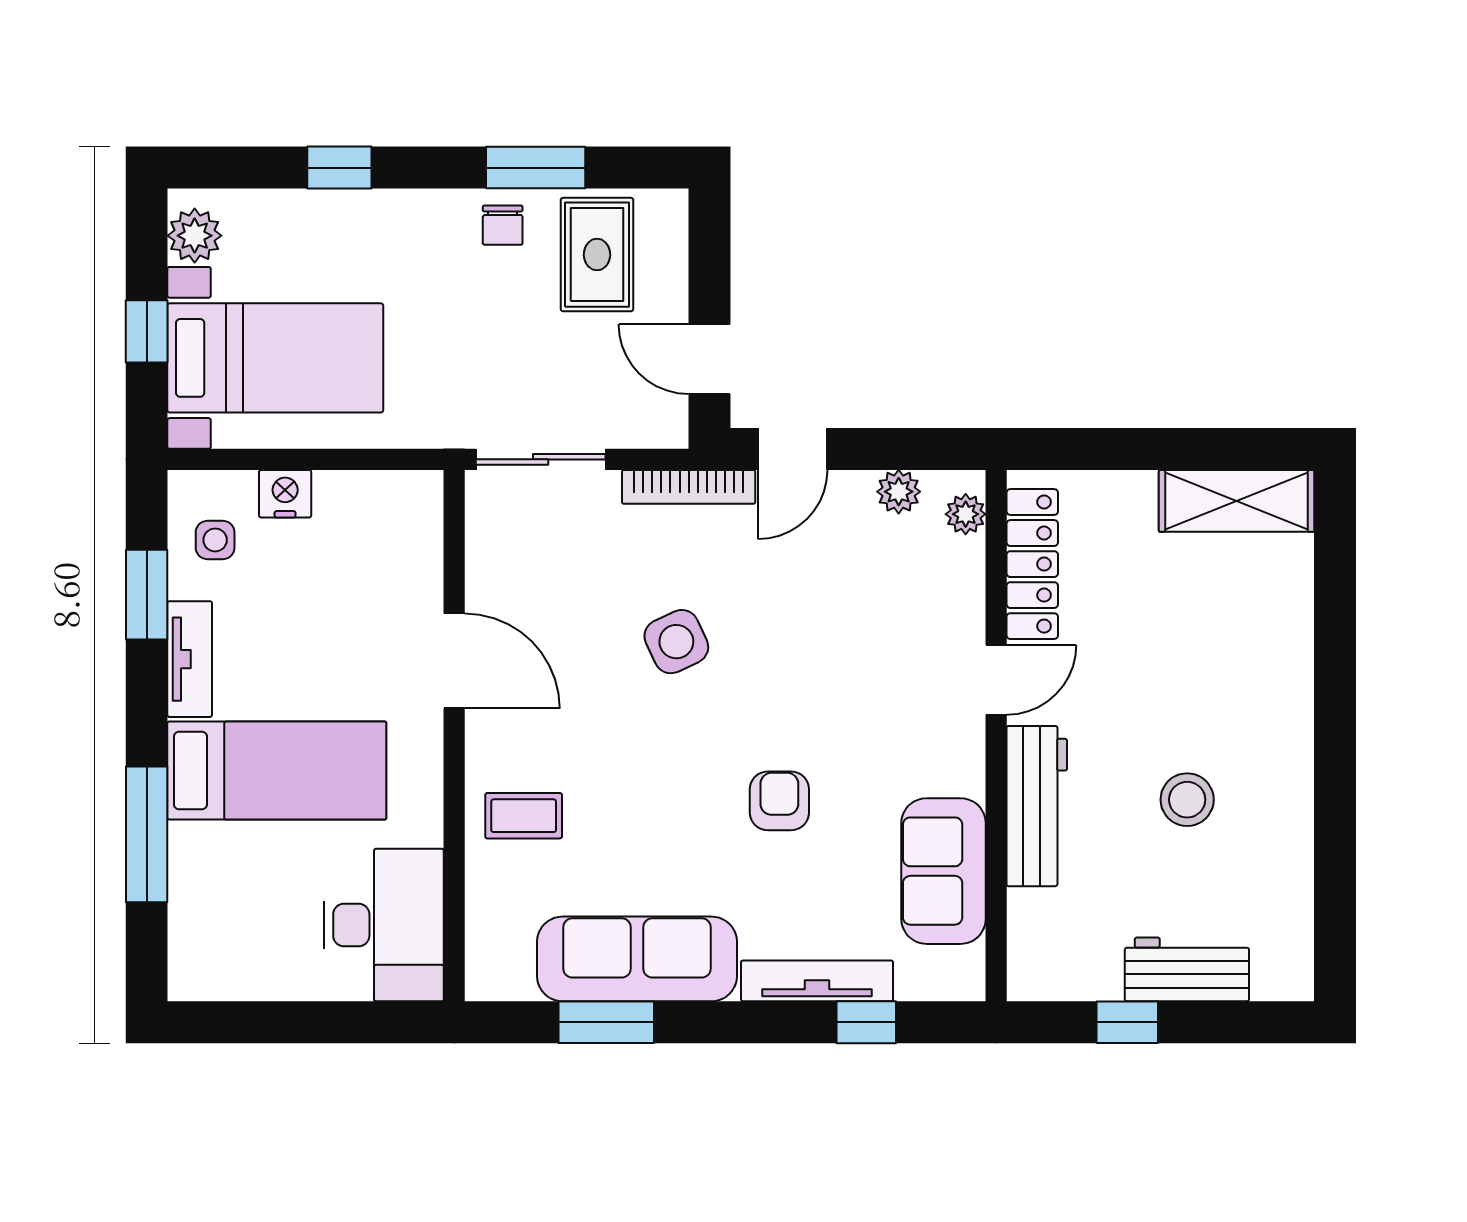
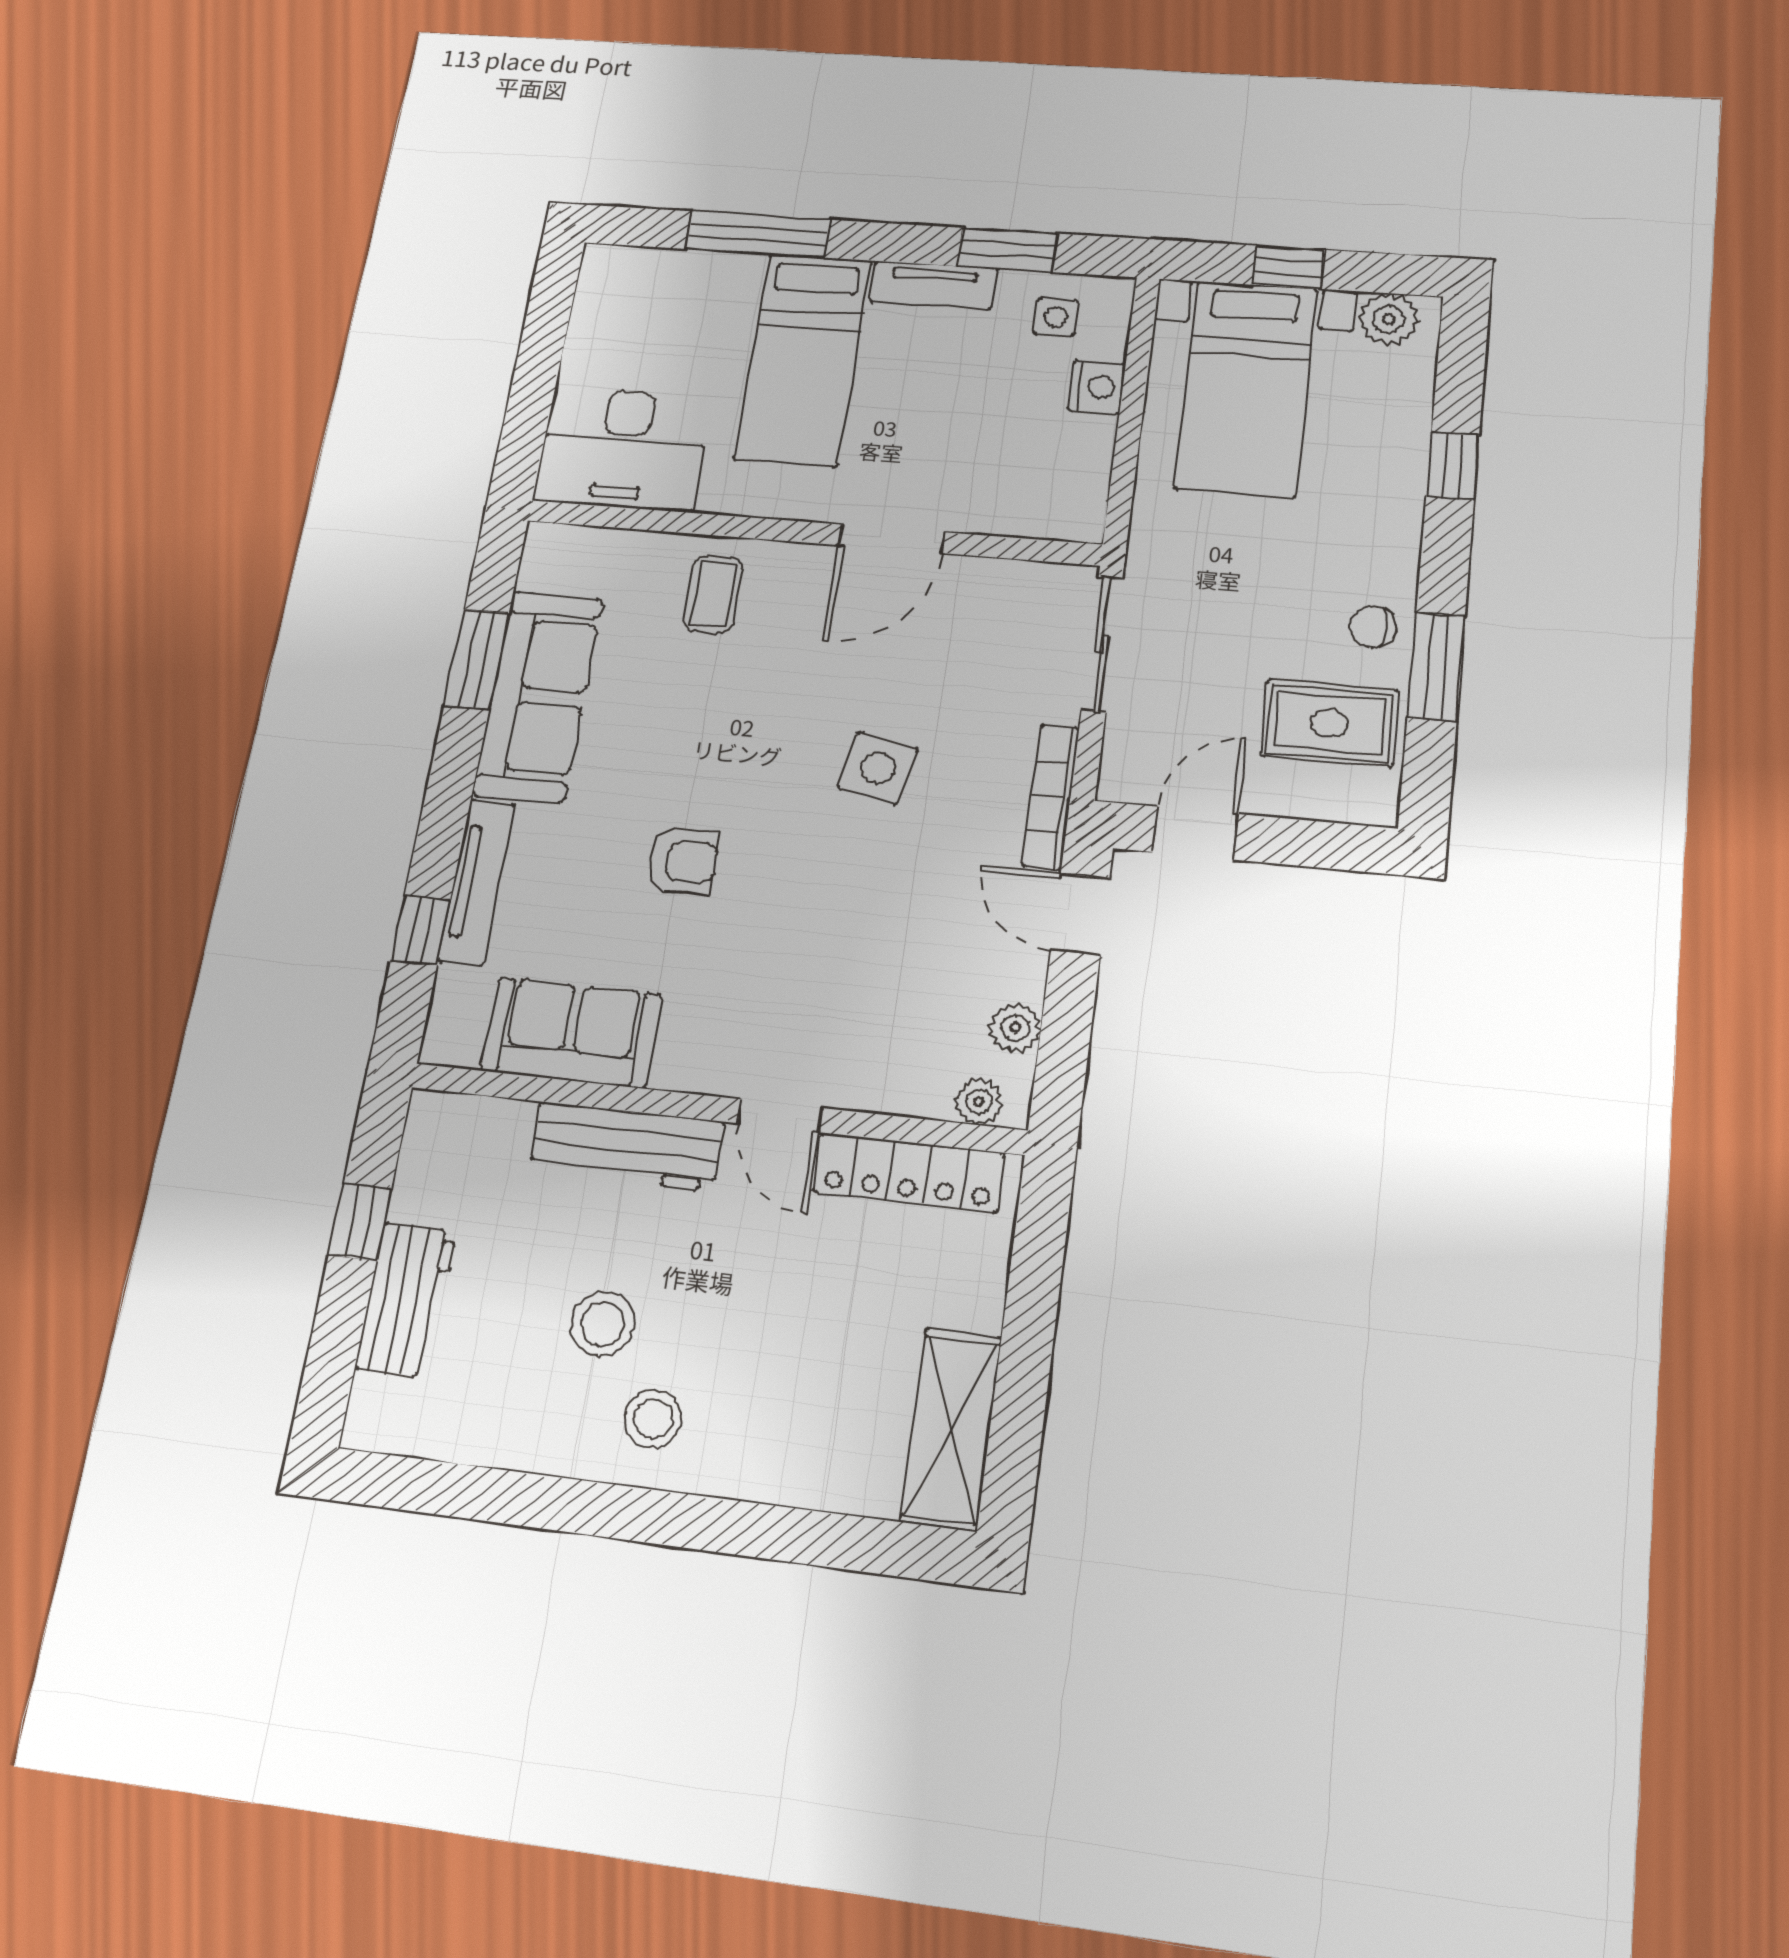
side table: (676, 642) -> (878, 768), turned 37
stool: (1258, 744) -> (653, 1419), added

